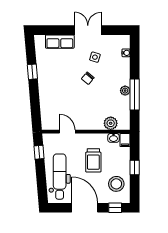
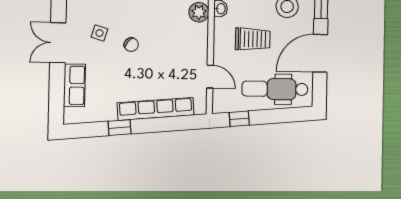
row of seats: (45, 96) -> (156, 109), added
door: (67, 132) -> (210, 77), swing flipped

